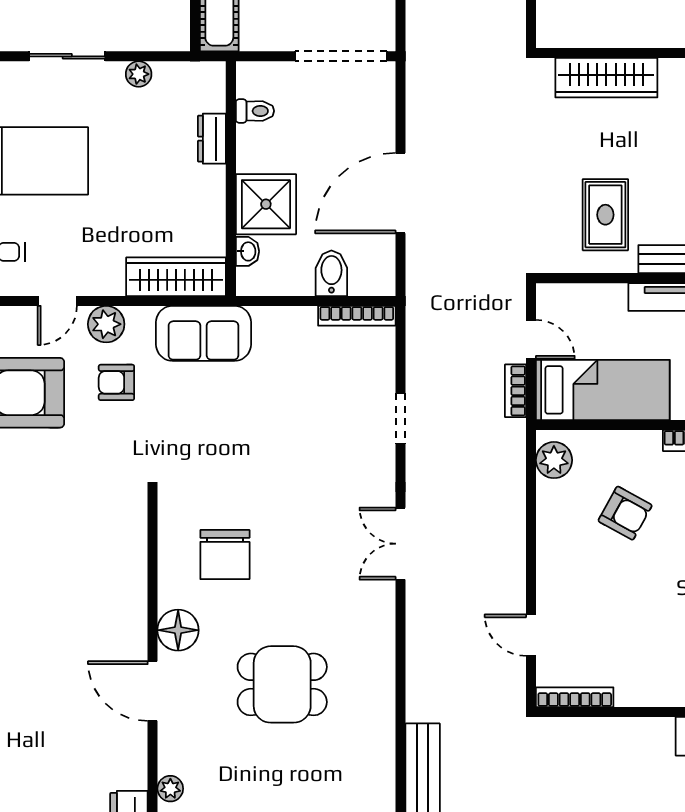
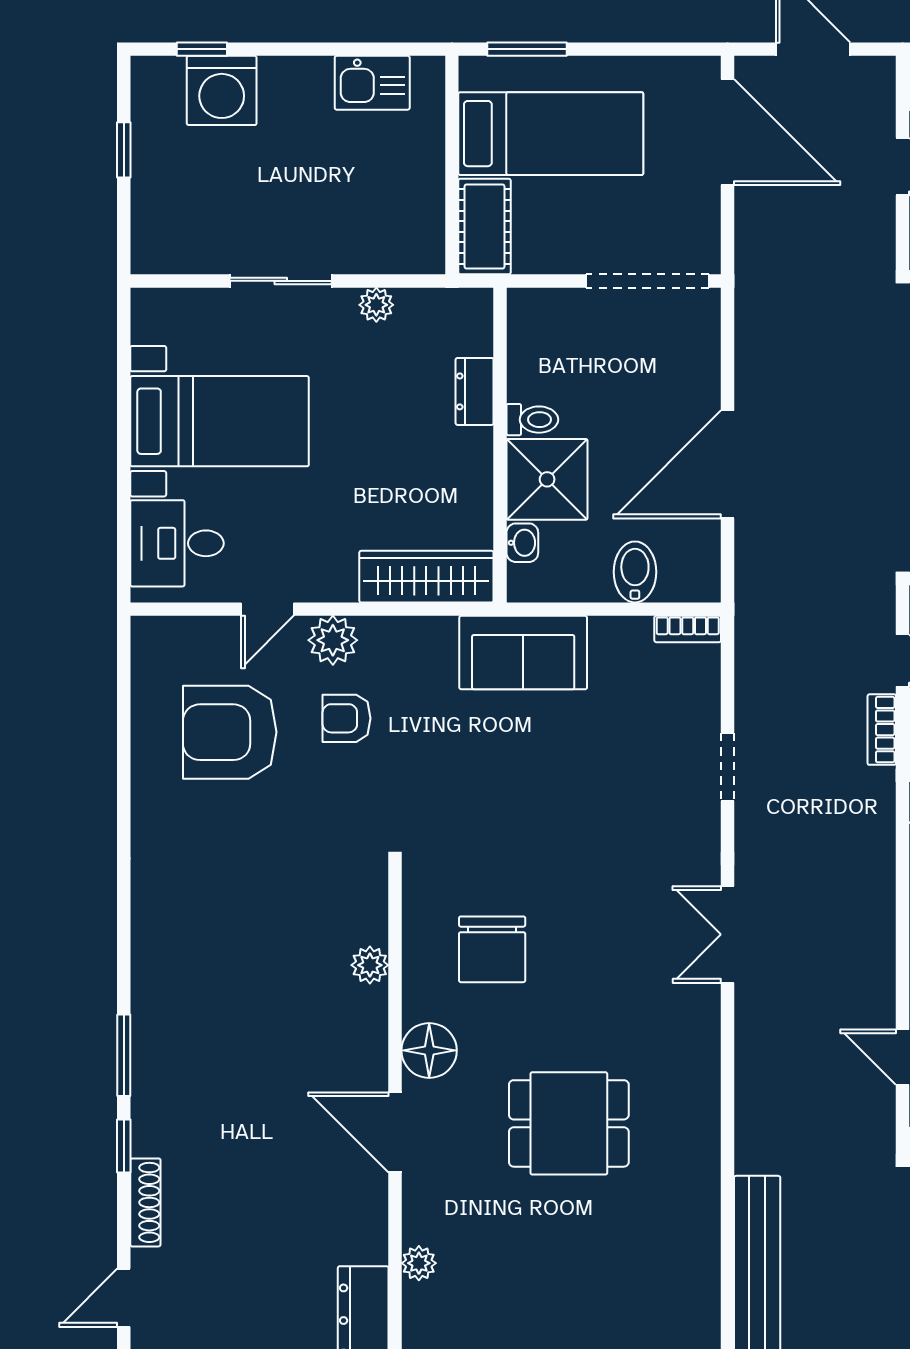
toilet: (255, 111) -> (532, 420), moved
bookcase: (357, 316) -> (688, 629), width x0.64
sofa: (203, 333) -> (523, 653), moved
plant: (134, 566) -> (370, 965), added

